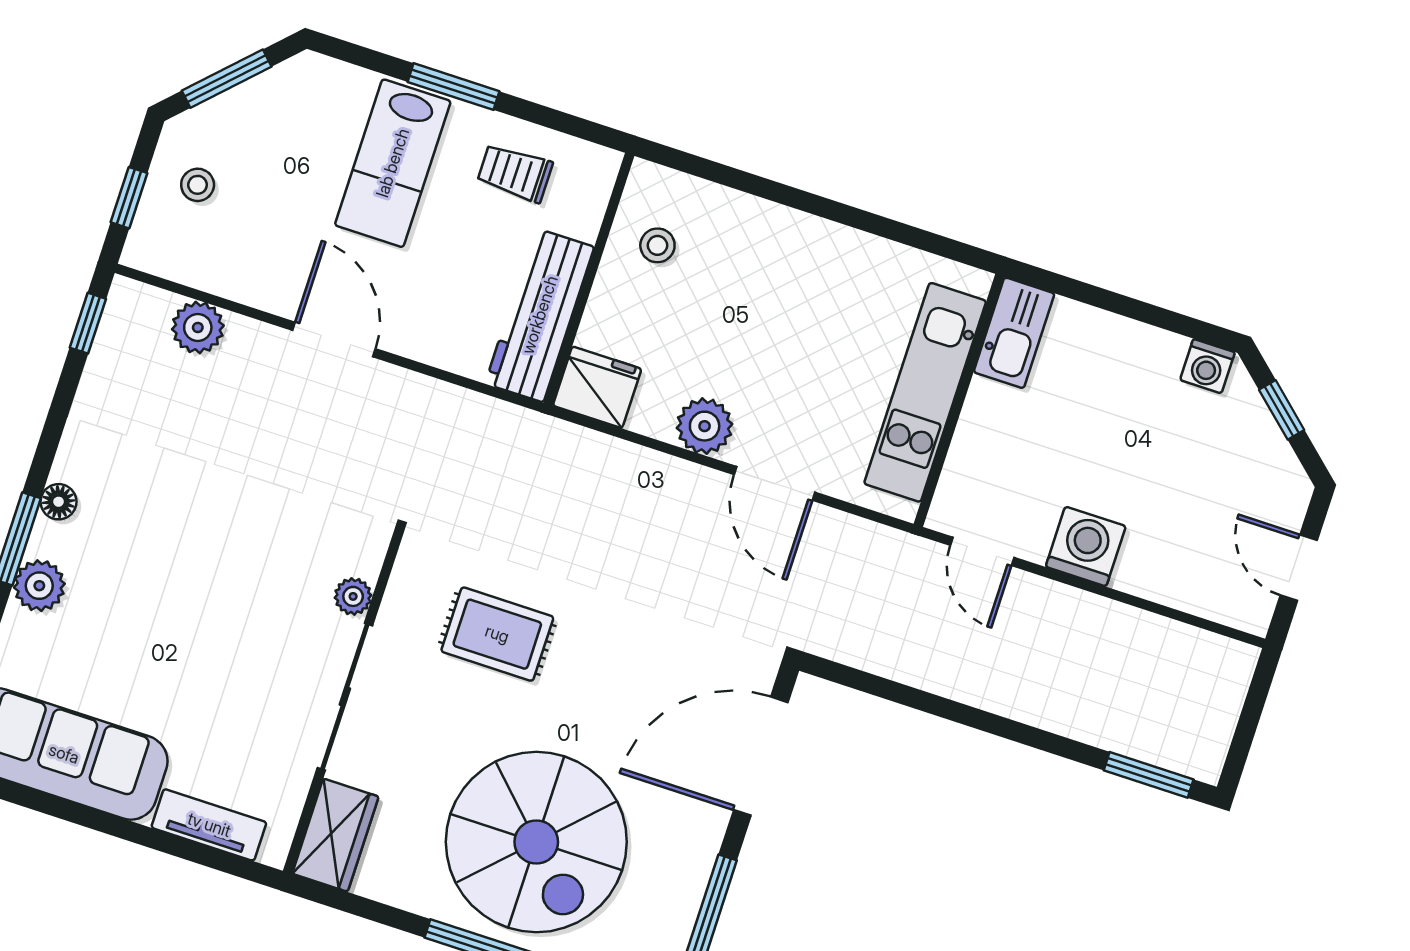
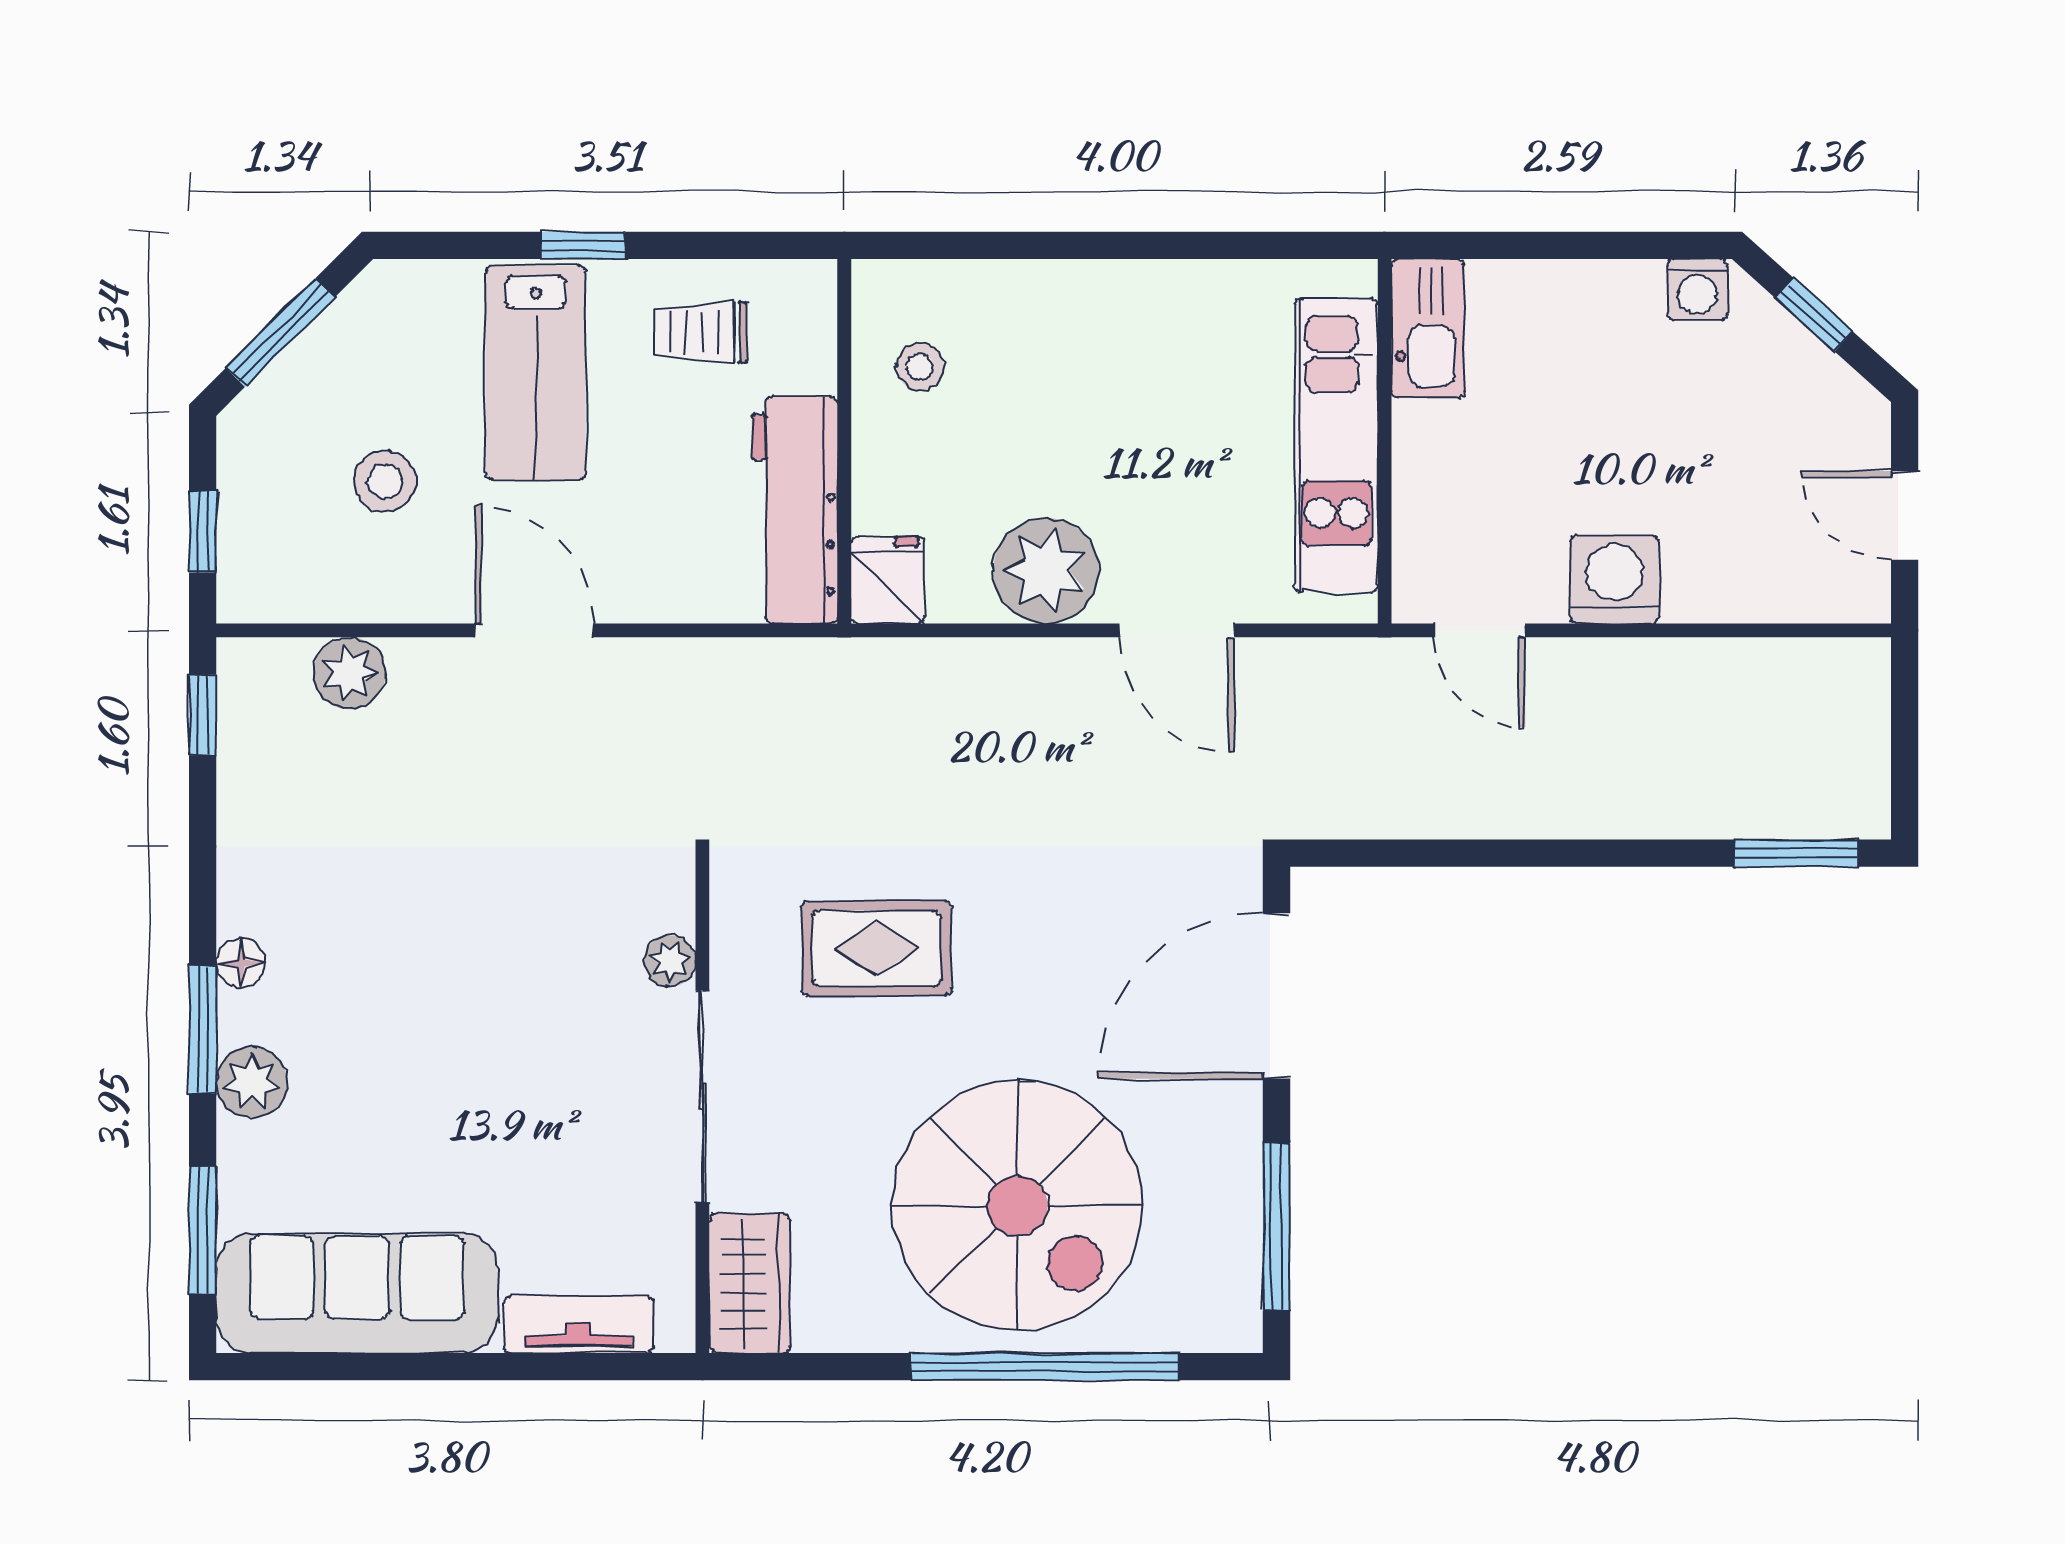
window: (454, 87) -> (583, 245), width x0.67
stool: (198, 185) -> (385, 481), moved, width x1.37, depth x1.37
fridge: (597, 387) -> (888, 580), width x0.72
plant: (705, 426) -> (1046, 571), width x1.36, depth x1.36

